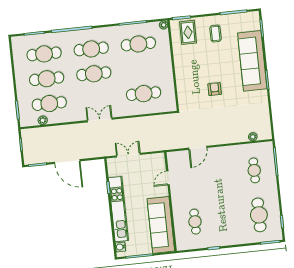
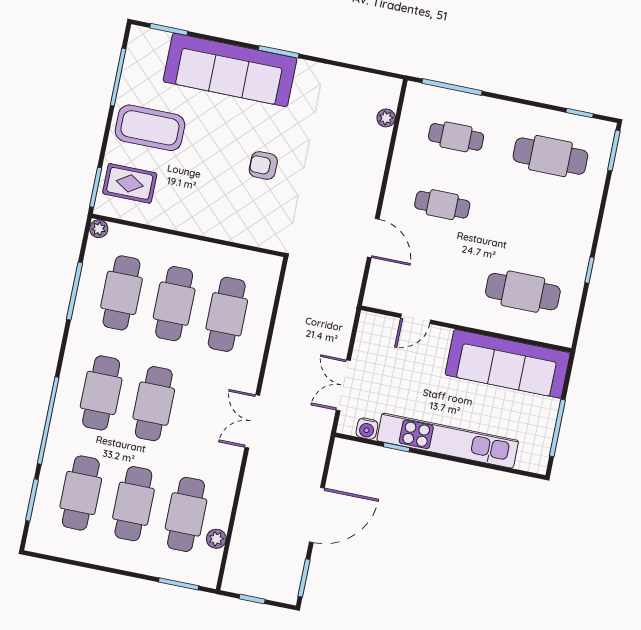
coffee table: (215, 34) -> (150, 128), width x1.86, depth x1.72
cafe table: (141, 69) -> (174, 304), added
cafe table: (222, 174) -> (442, 205), added
door: (168, 178) -> (416, 319), hinge flipped
cafe table: (195, 222) -> (523, 292), width x1.37, depth x1.35
water cooler: (120, 247) -> (367, 429), moved

